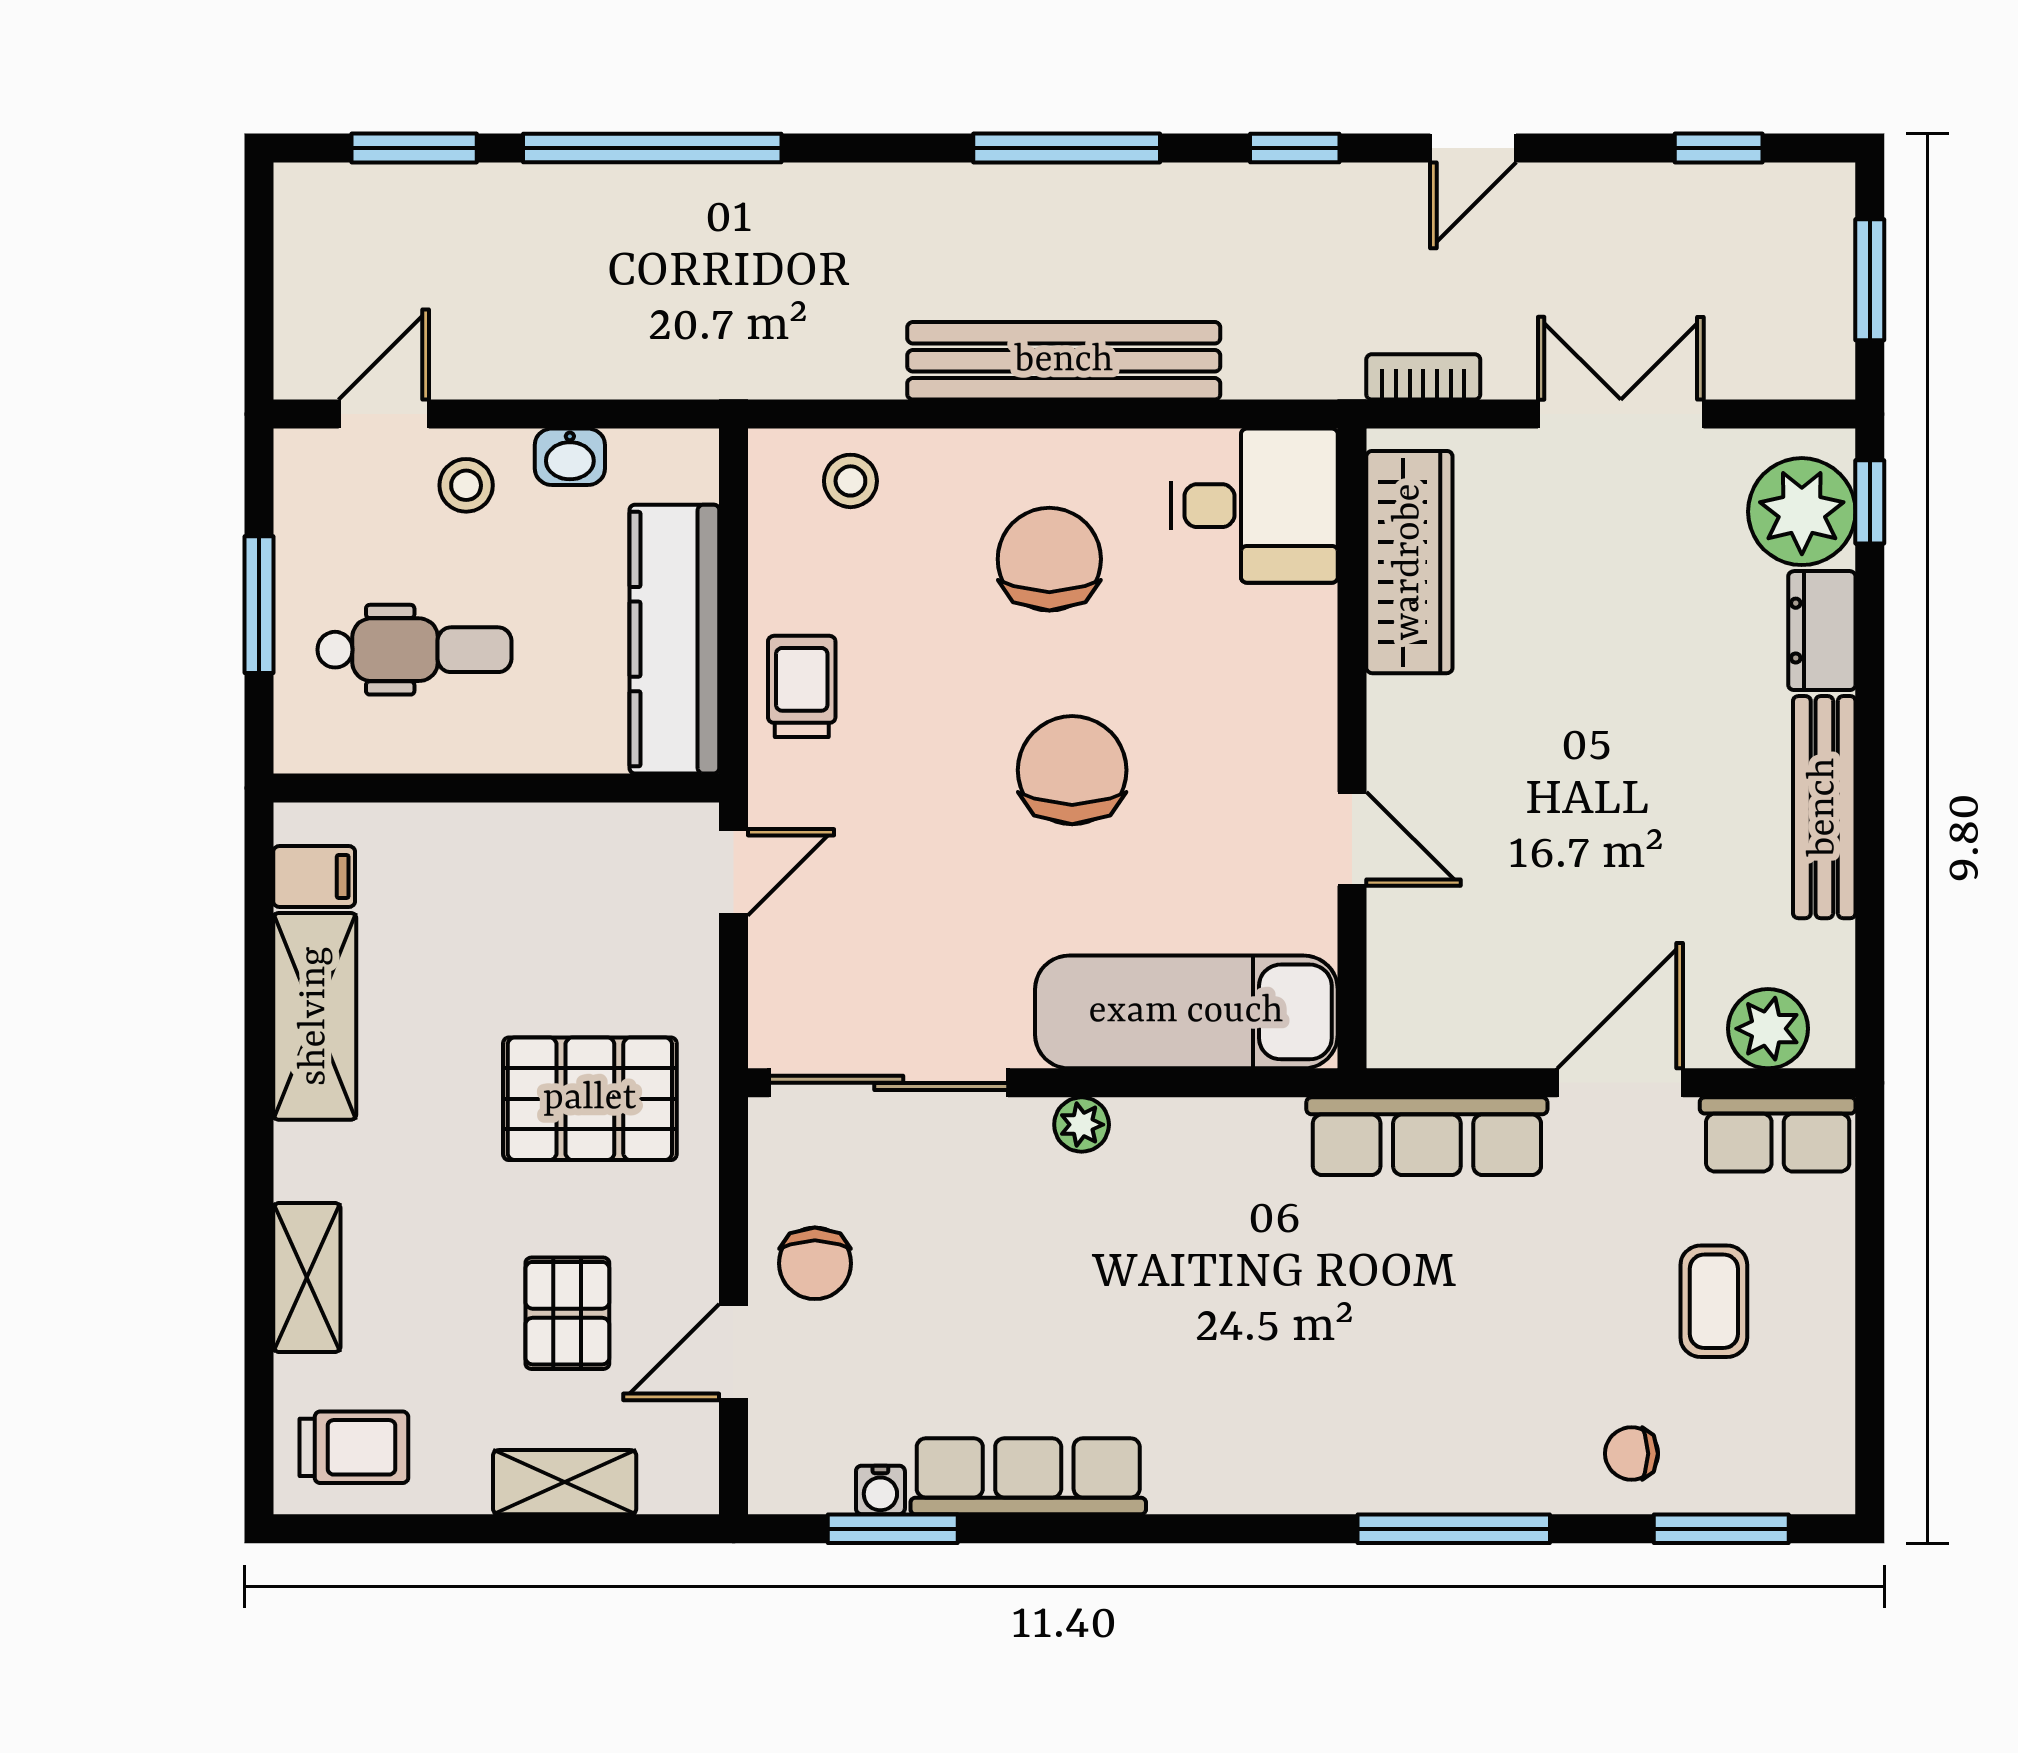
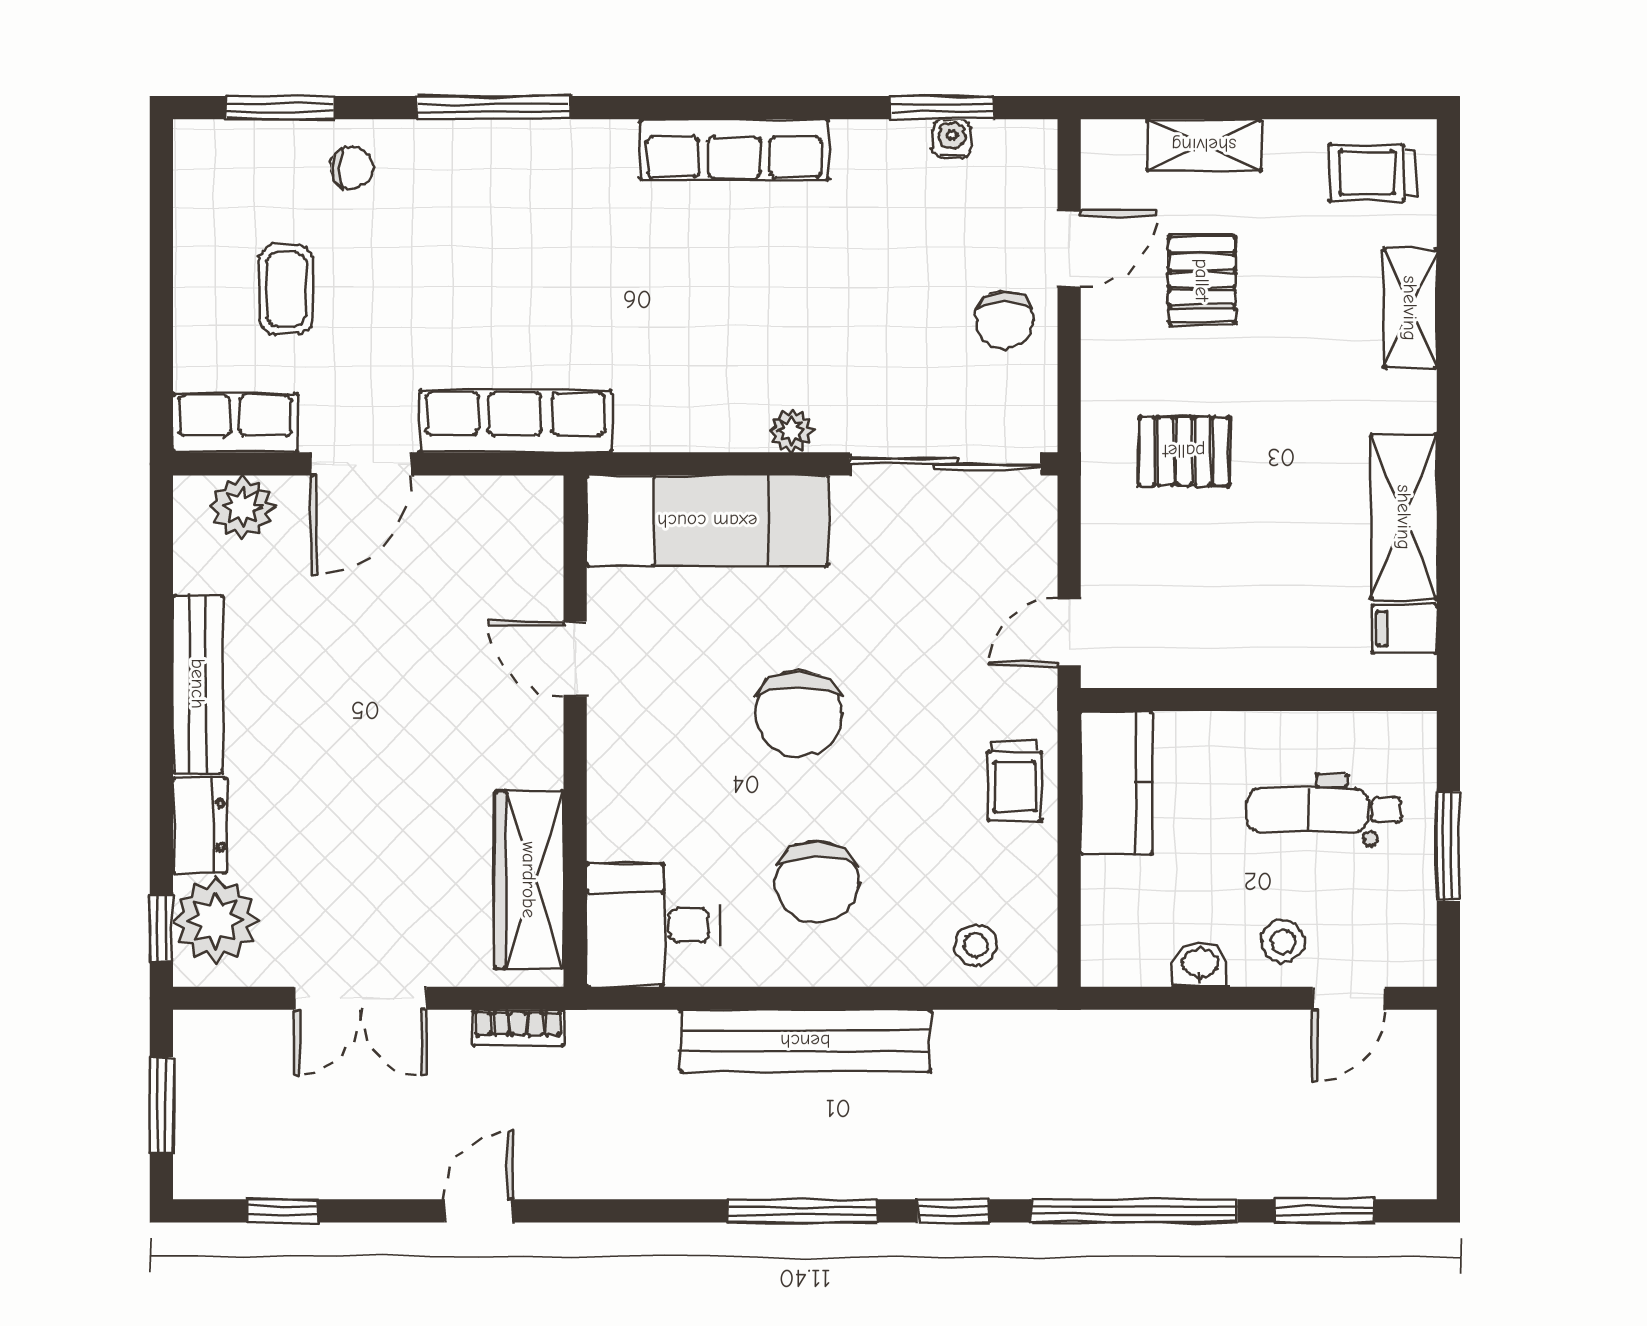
window: (1295, 148) -> (954, 1211), moved
kitchen counter: (674, 639) -> (1117, 783), width x0.67
pallet: (590, 1099) -> (1184, 451), width x0.67, depth x0.71
chair: (815, 1263) -> (1004, 320), turned 180
row of seats: (1028, 1476) -> (734, 150), moved

